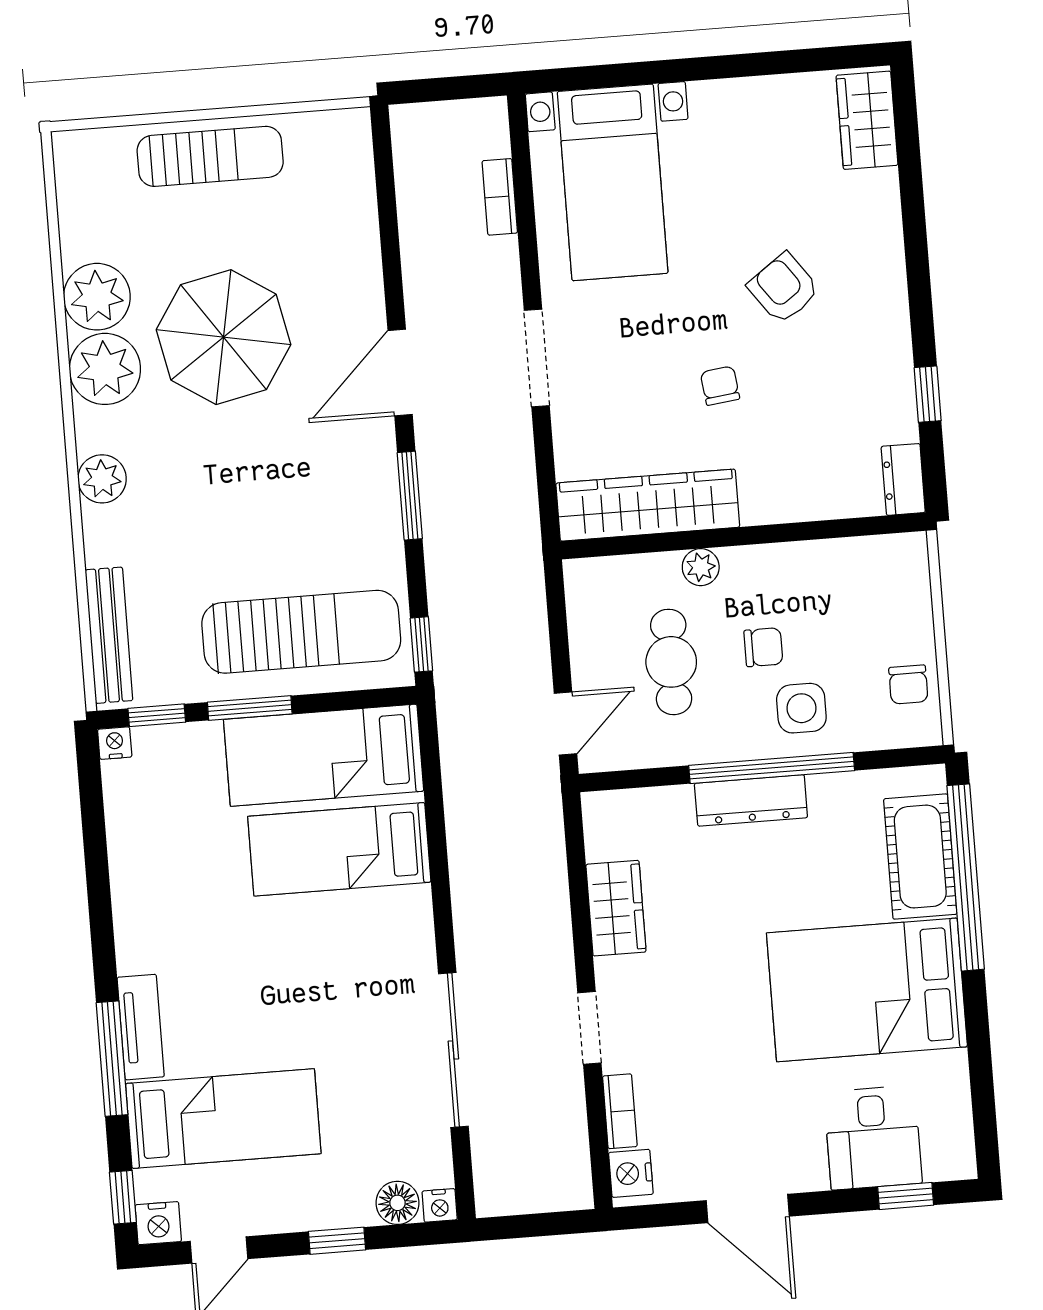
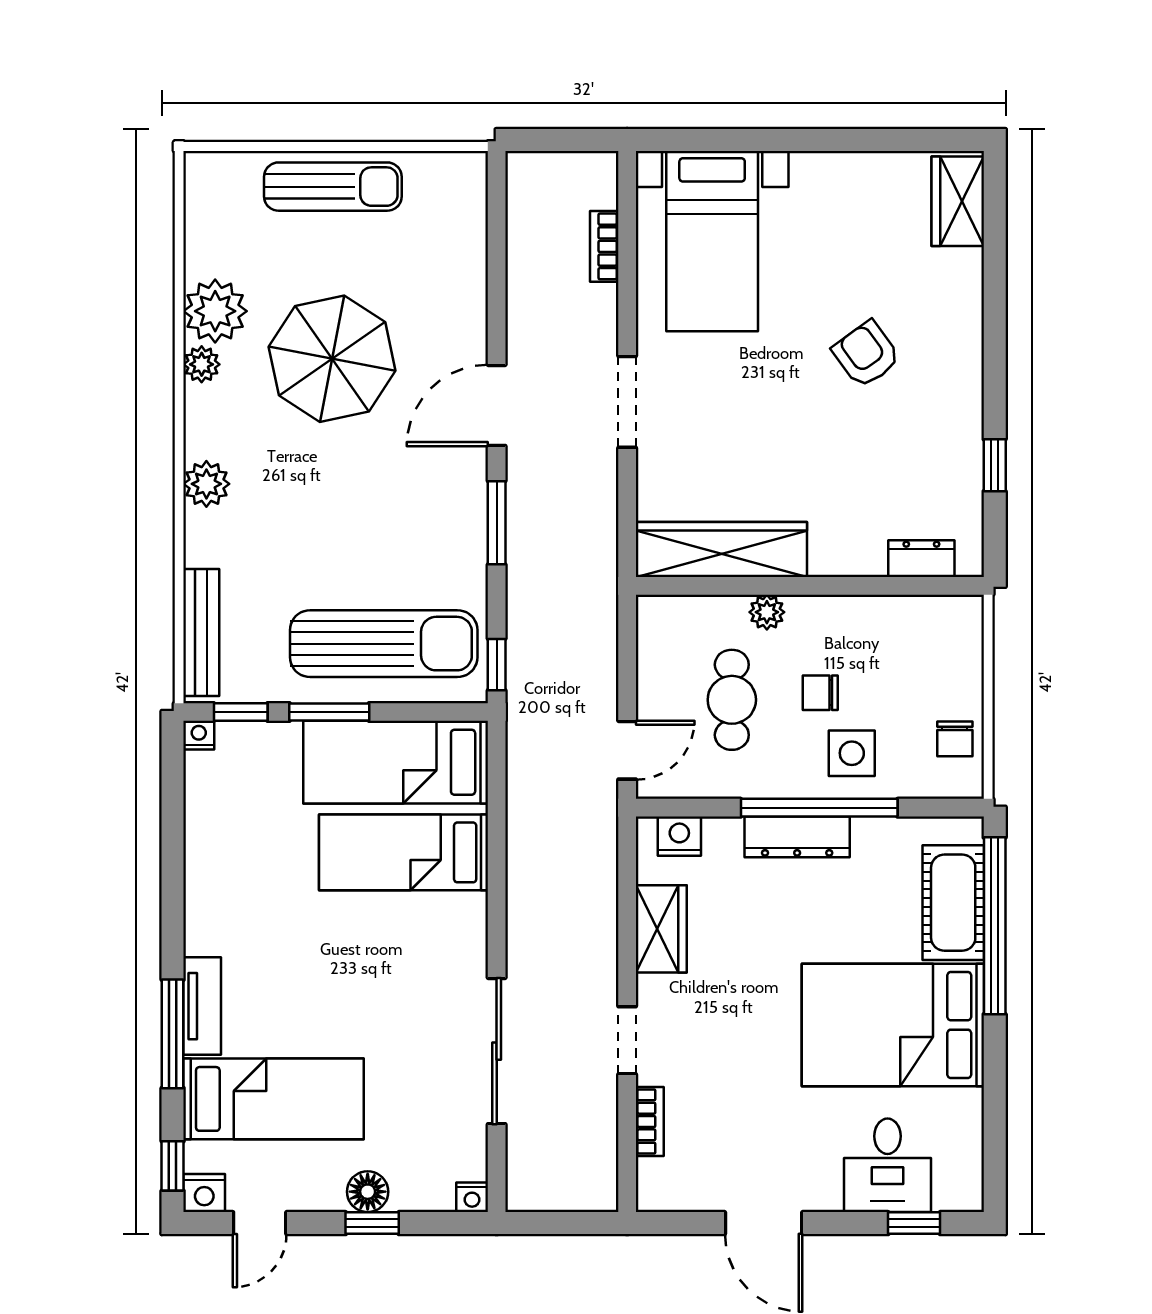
plant: (105, 369) -> (202, 364), width x0.53, depth x0.53
chair: (720, 386) -> (799, 442), removed
dresser: (903, 479) -> (921, 559), moved, turned 90
chair: (763, 647) -> (820, 693), turned 180
nightstand: (631, 1173) -> (679, 836), moved, turned 90
floor lamp: (397, 1203) -> (368, 1192), moved

